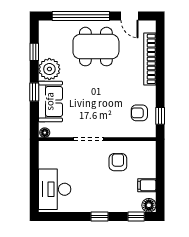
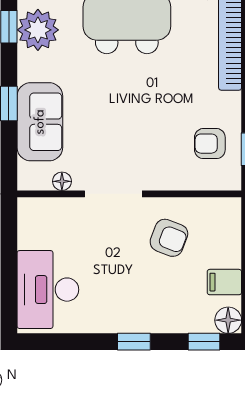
plant: (49, 69) -> (38, 30), moved
floor lamp: (45, 133) -> (62, 181), moved
armchair: (118, 162) -> (169, 238), turned 111

